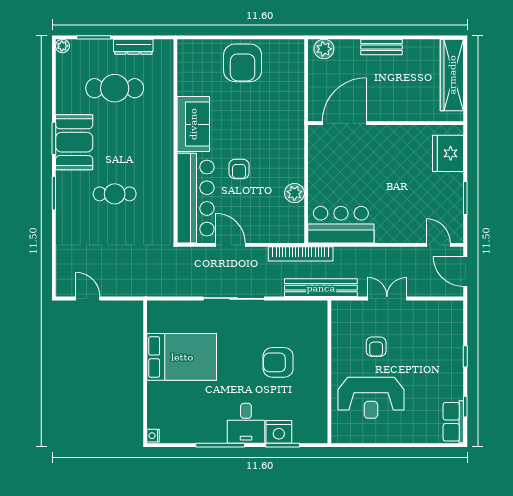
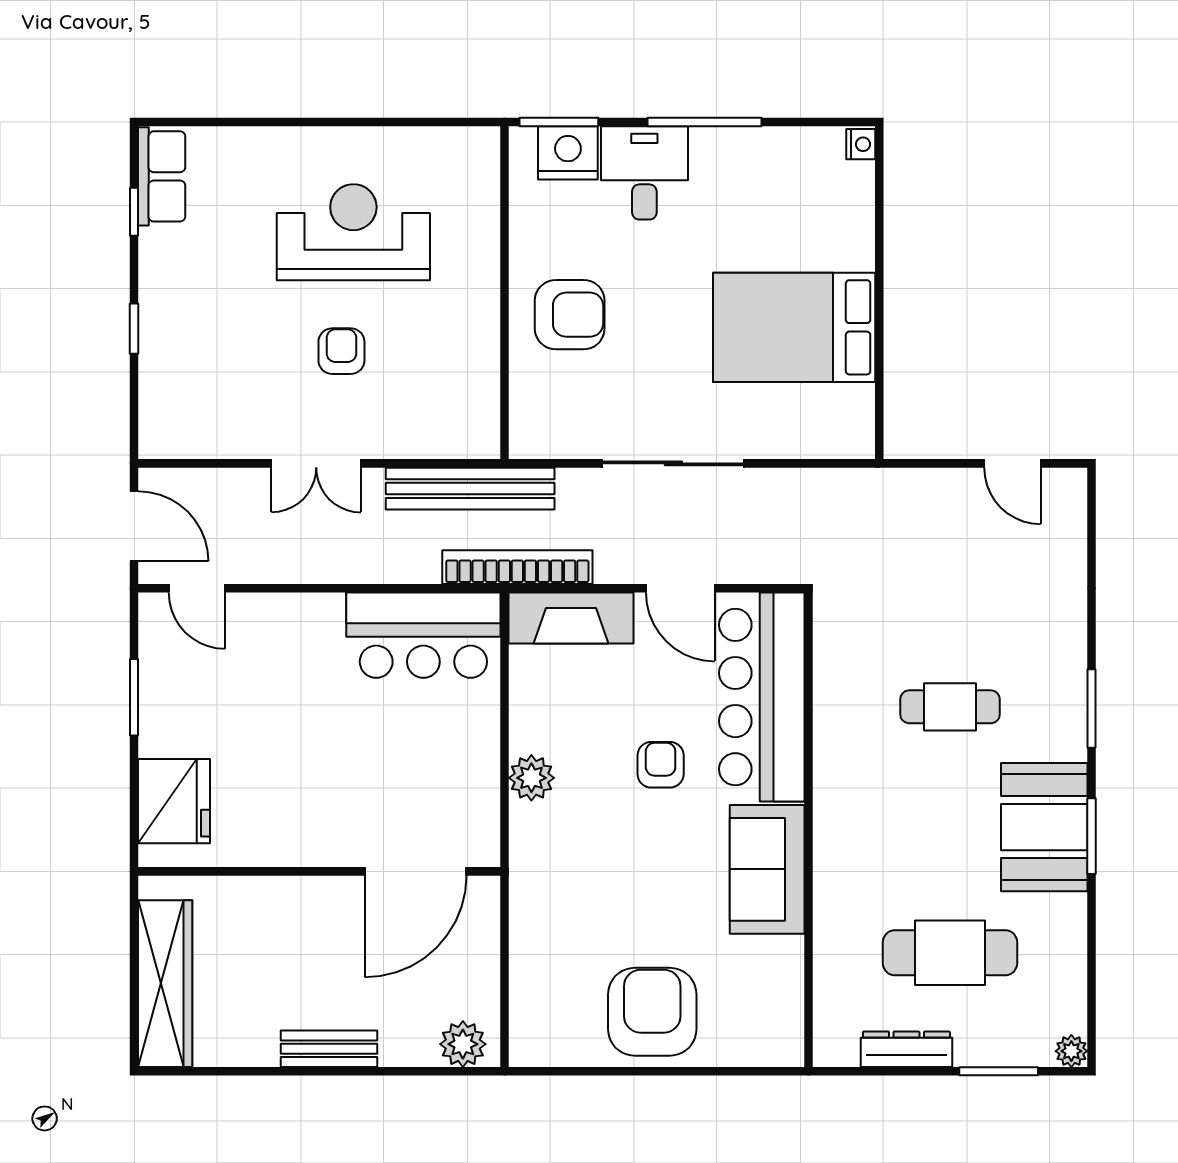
plant: (294, 193) -> (531, 778), moved
fireplace: (277, 232) -> (571, 618), added
wall: (329, 372) -> (505, 293), moved

